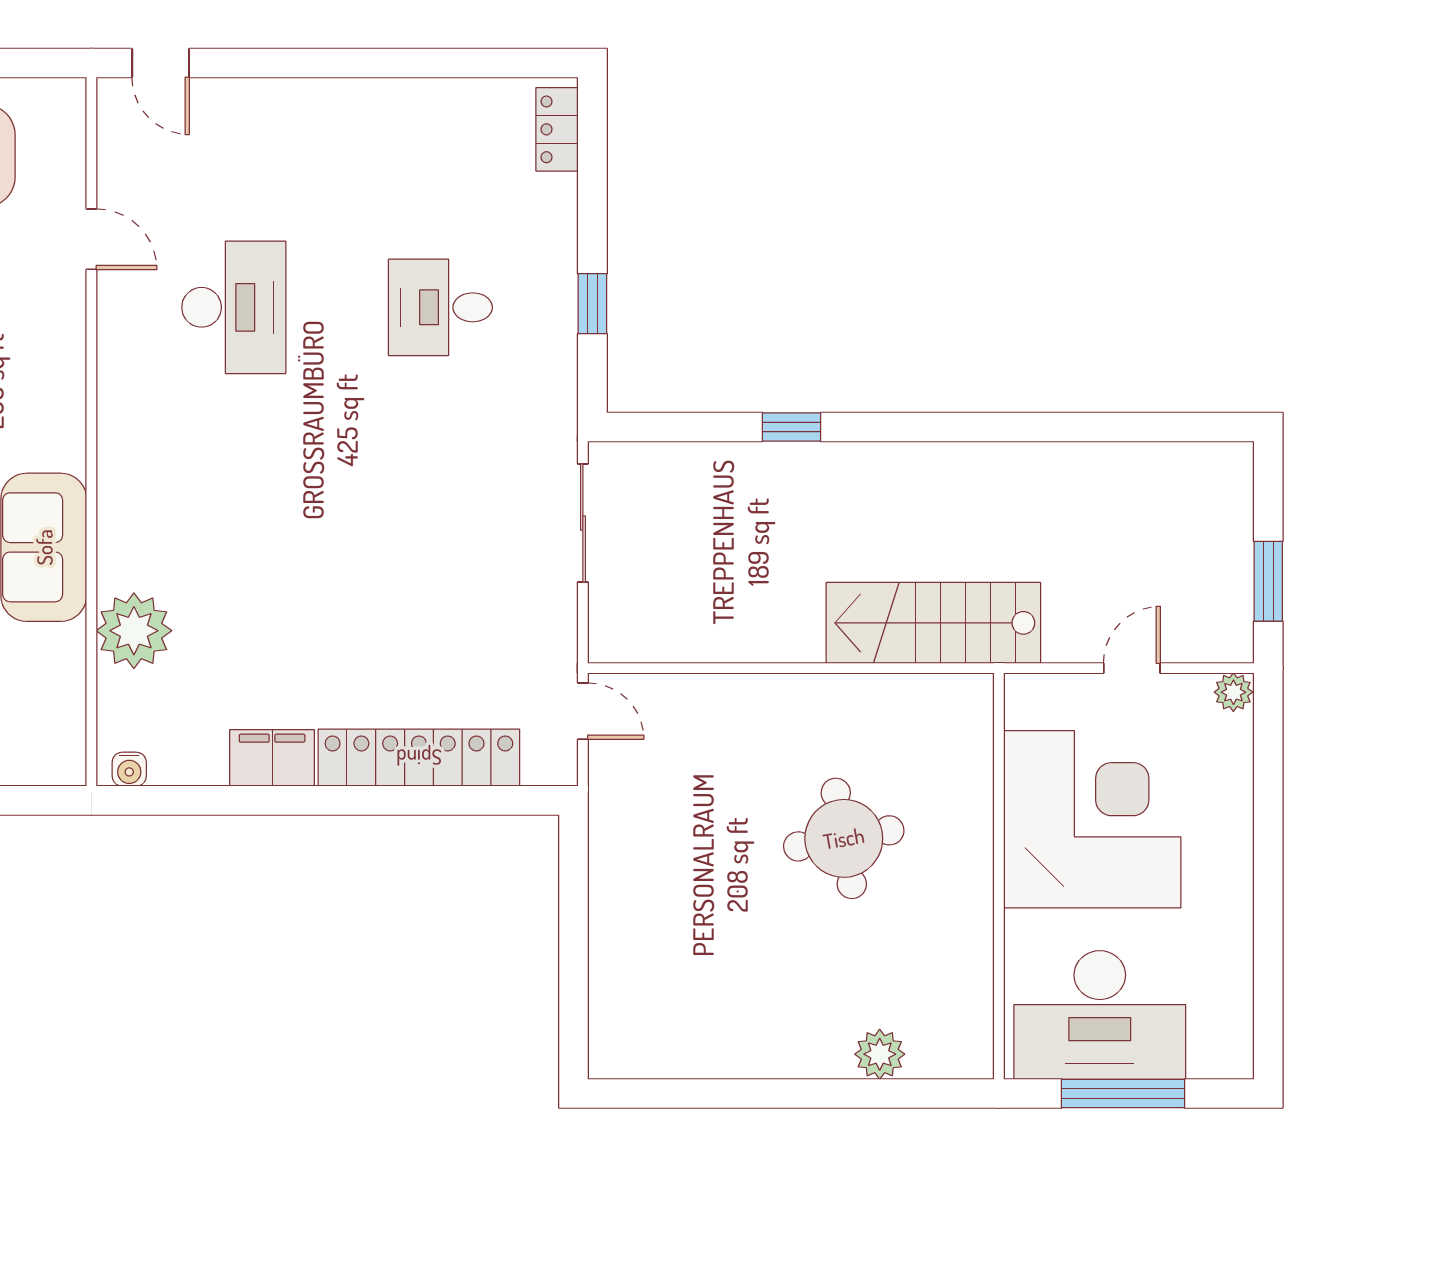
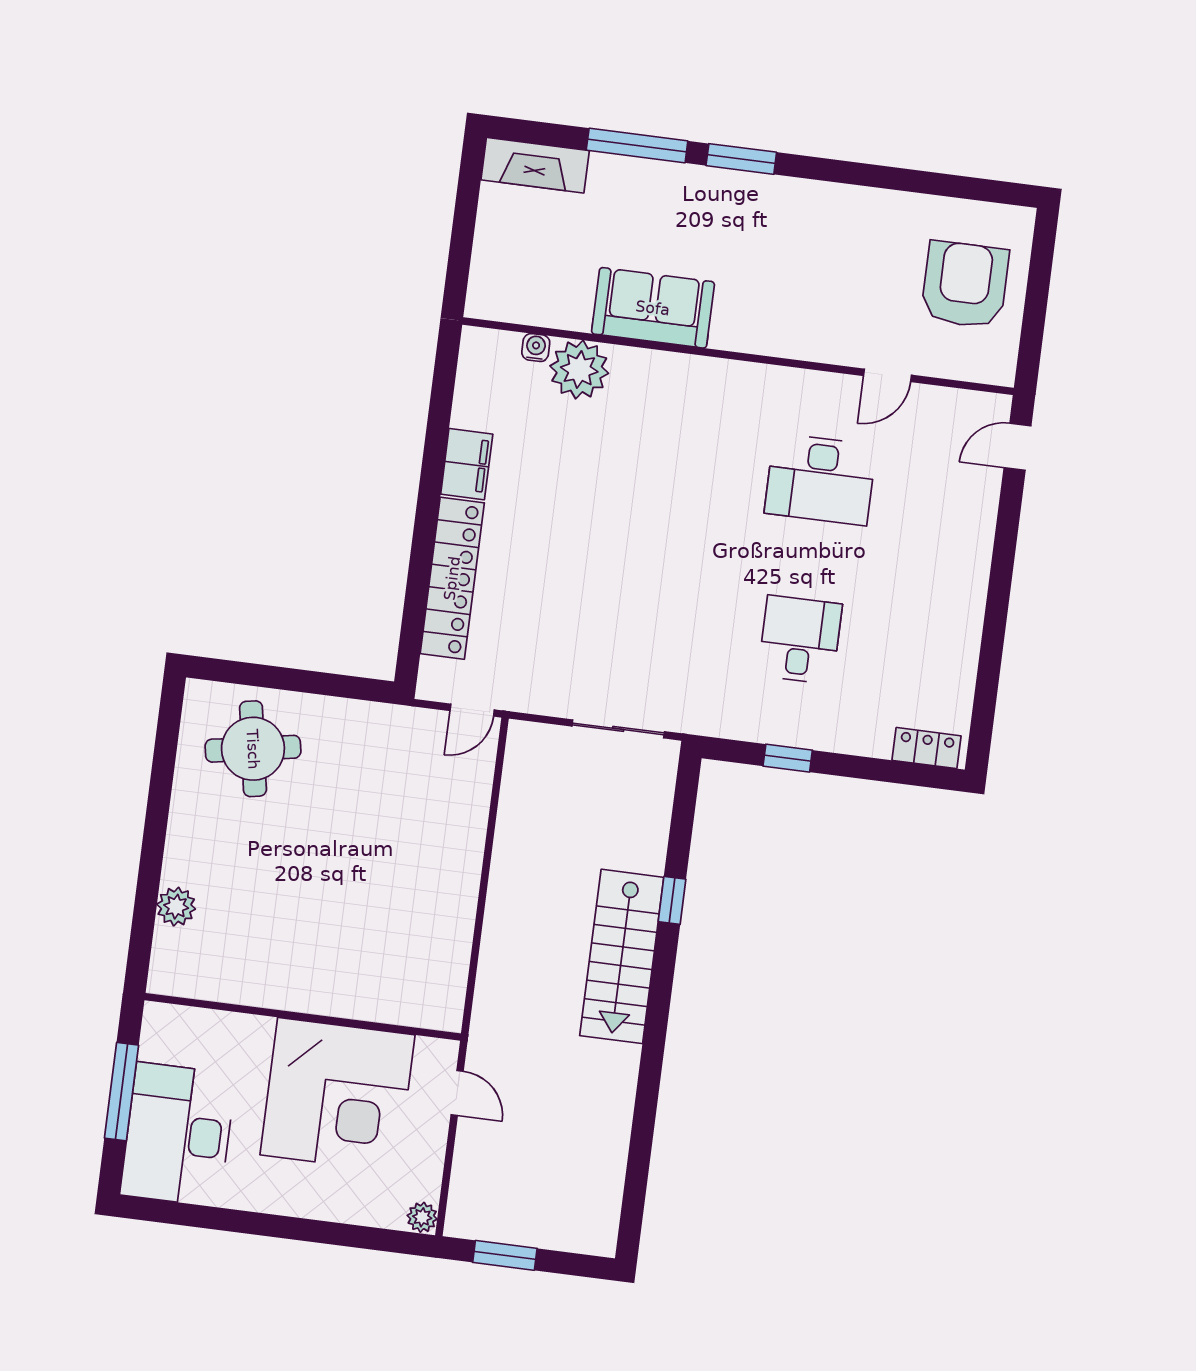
stairs: (933, 623) -> (622, 956), moved, turned 180
door: (1132, 668) -> (457, 1093), moved
water cooler: (129, 769) -> (536, 348), moved, turned 90
round table: (844, 838) -> (253, 749), moved
desk: (1100, 1015) -> (178, 1135), moved

